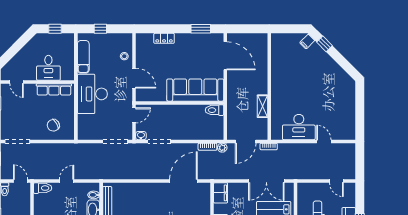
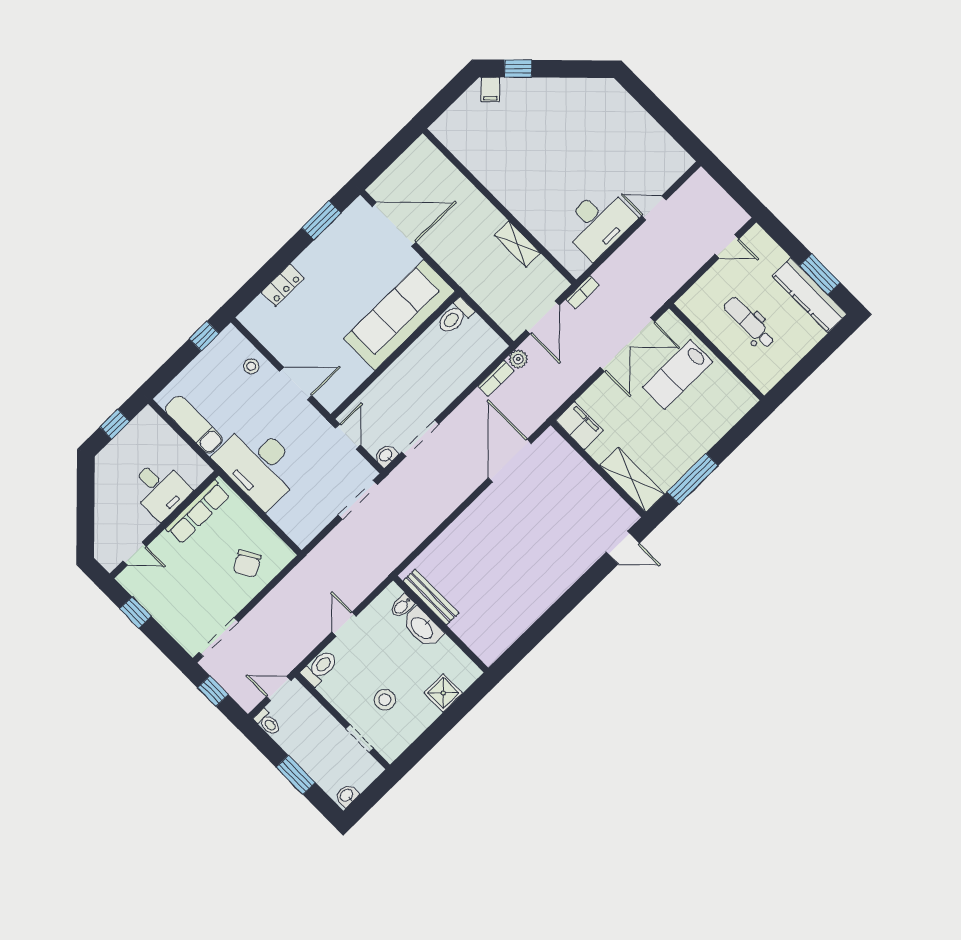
window: (100, 29) -> (204, 336), moved

